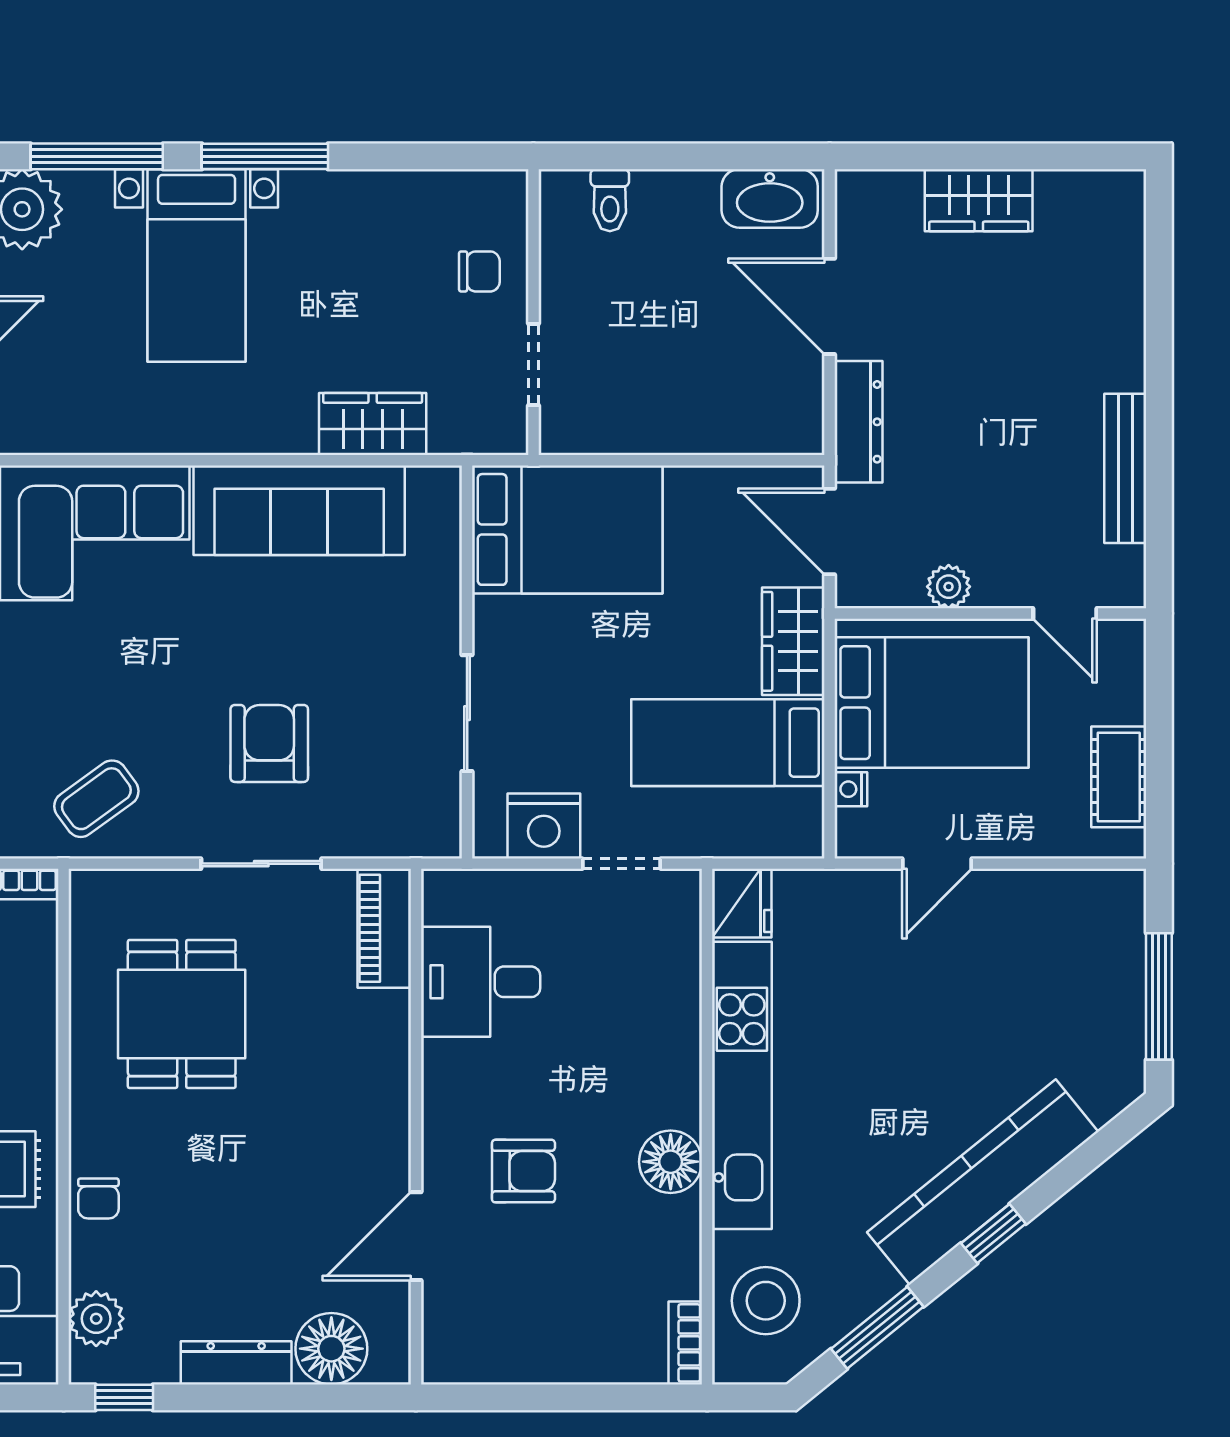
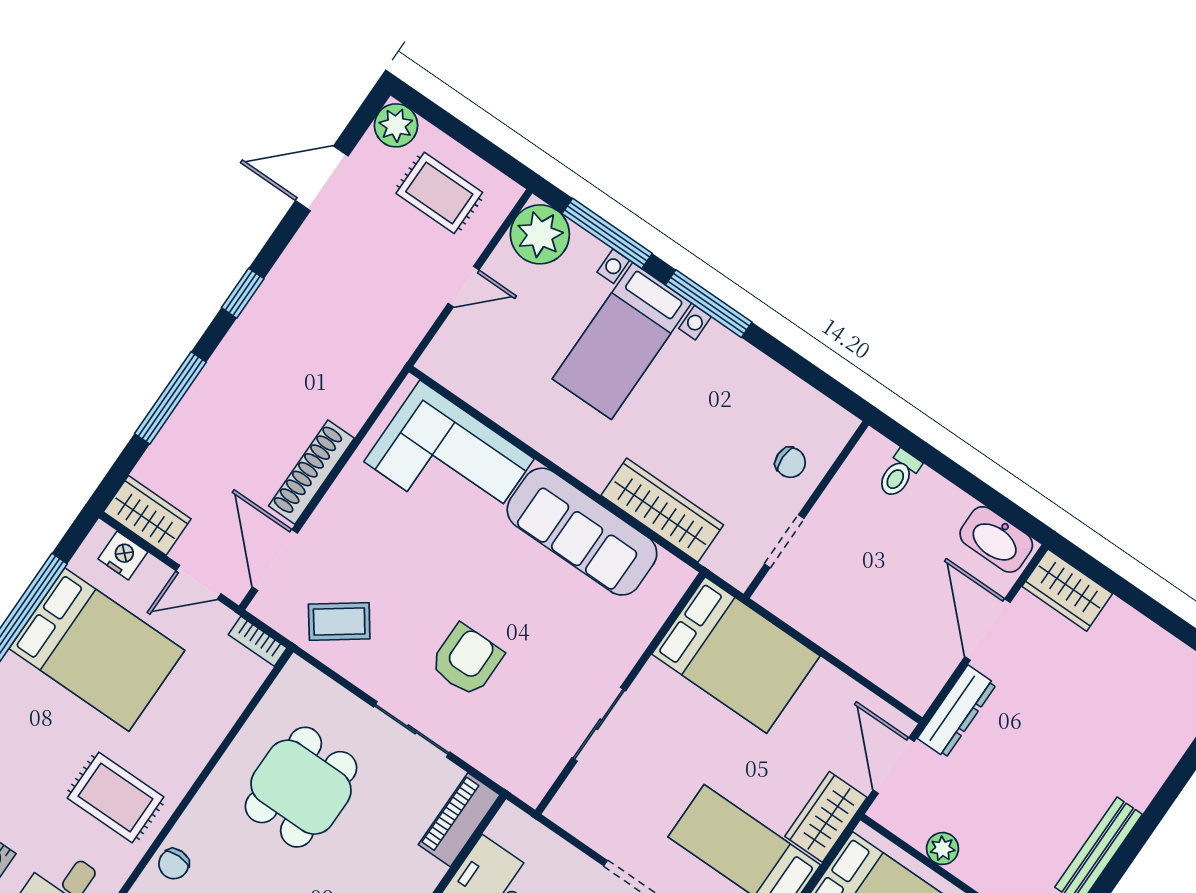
wardrobe: (979, 200) -> (1067, 590), moved
wardrobe: (373, 424) -> (662, 510), width x1.50
nightstand: (544, 826) -> (598, 824), removed

